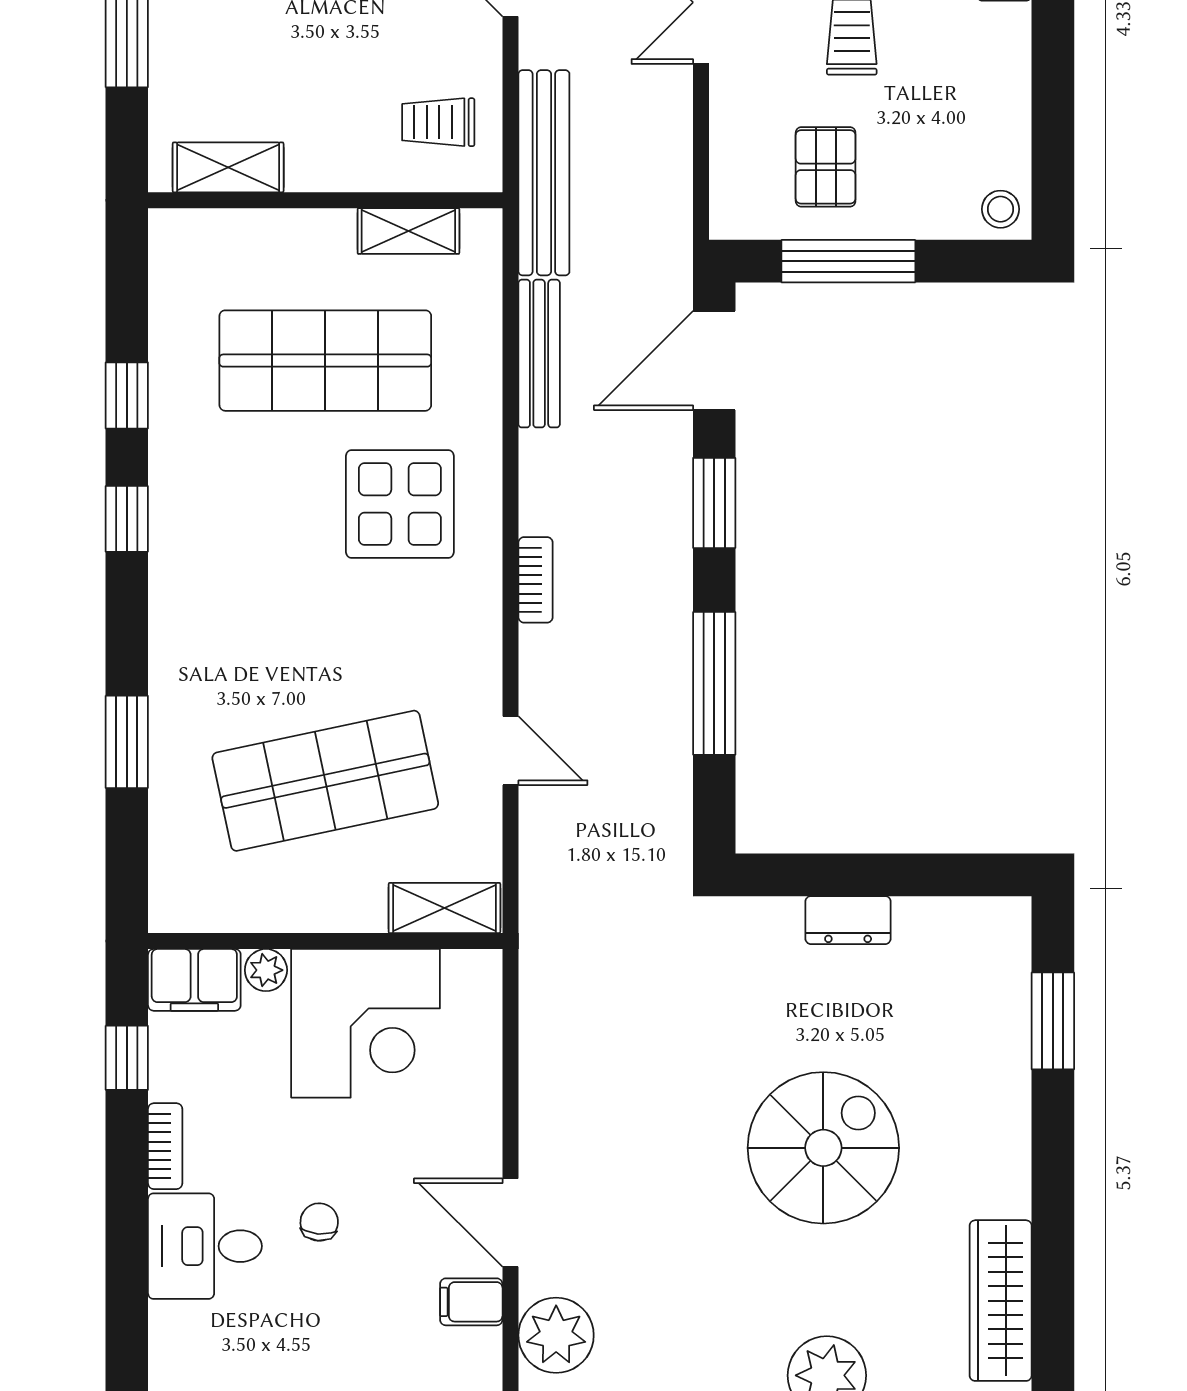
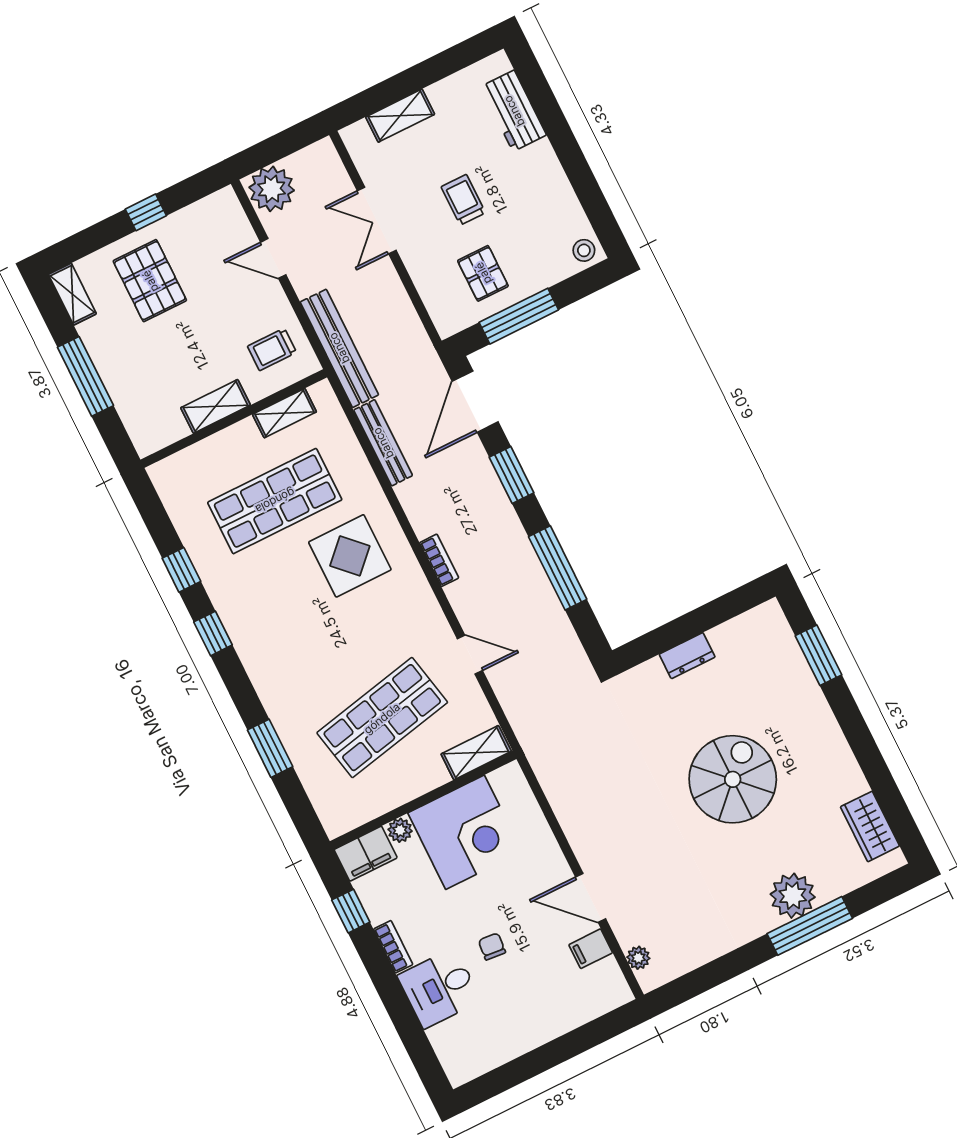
shelving: (228, 167) -> (216, 406), moved
wardrobe: (1001, 1301) -> (870, 826), width x0.67
plant: (556, 1335) -> (638, 958), width x0.53, depth x0.53

